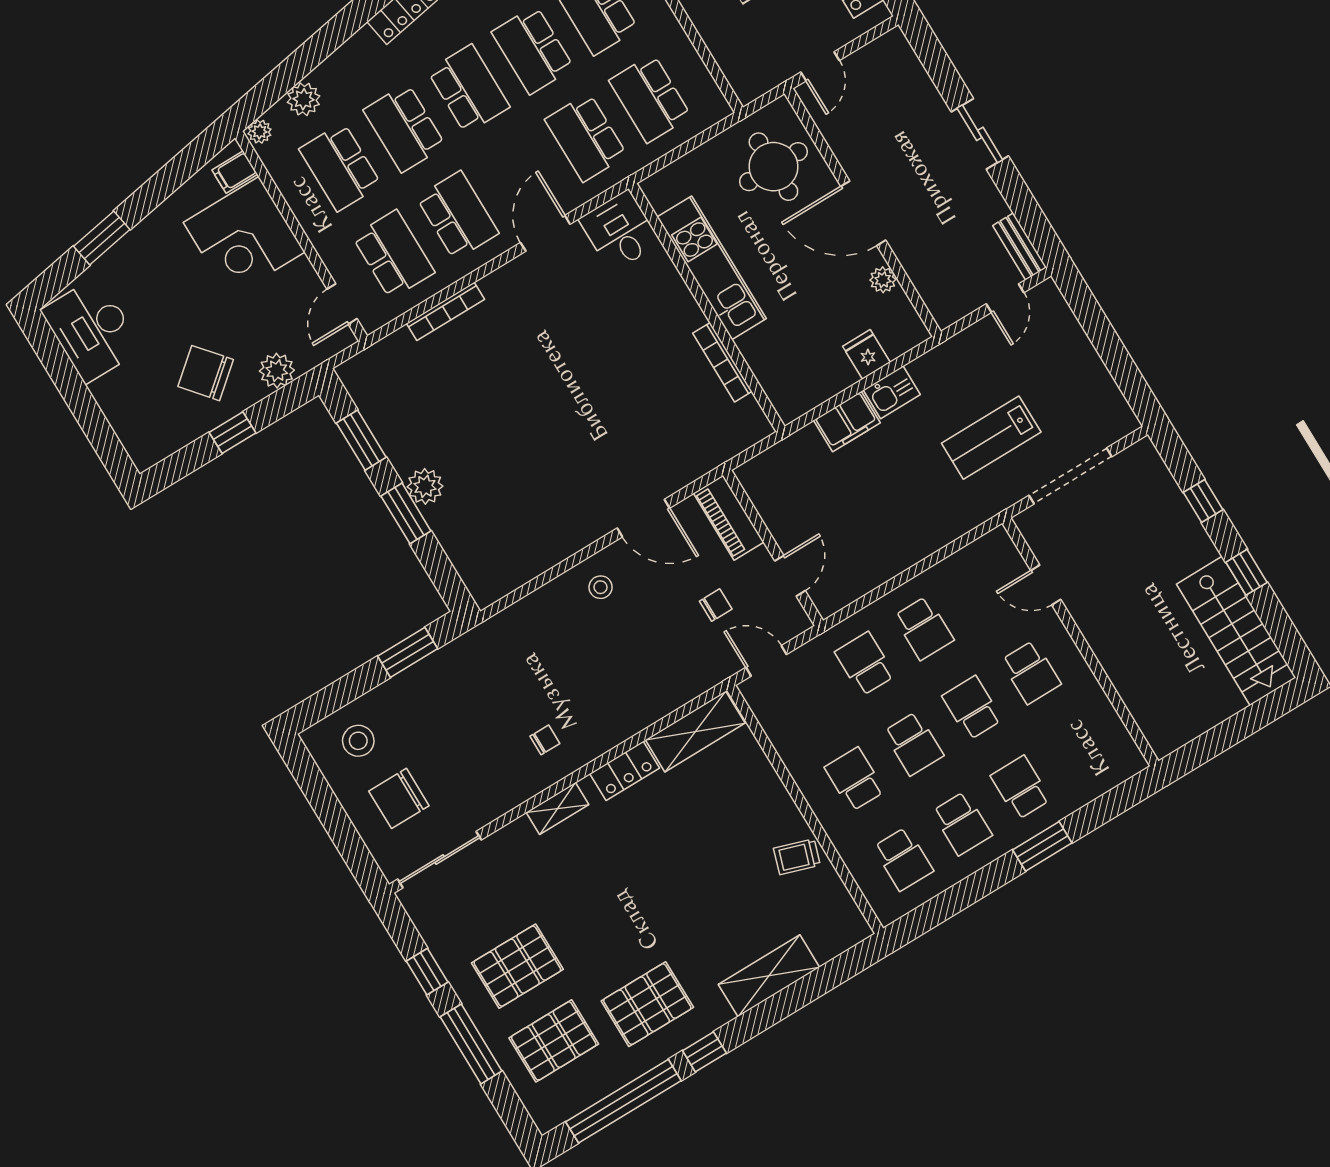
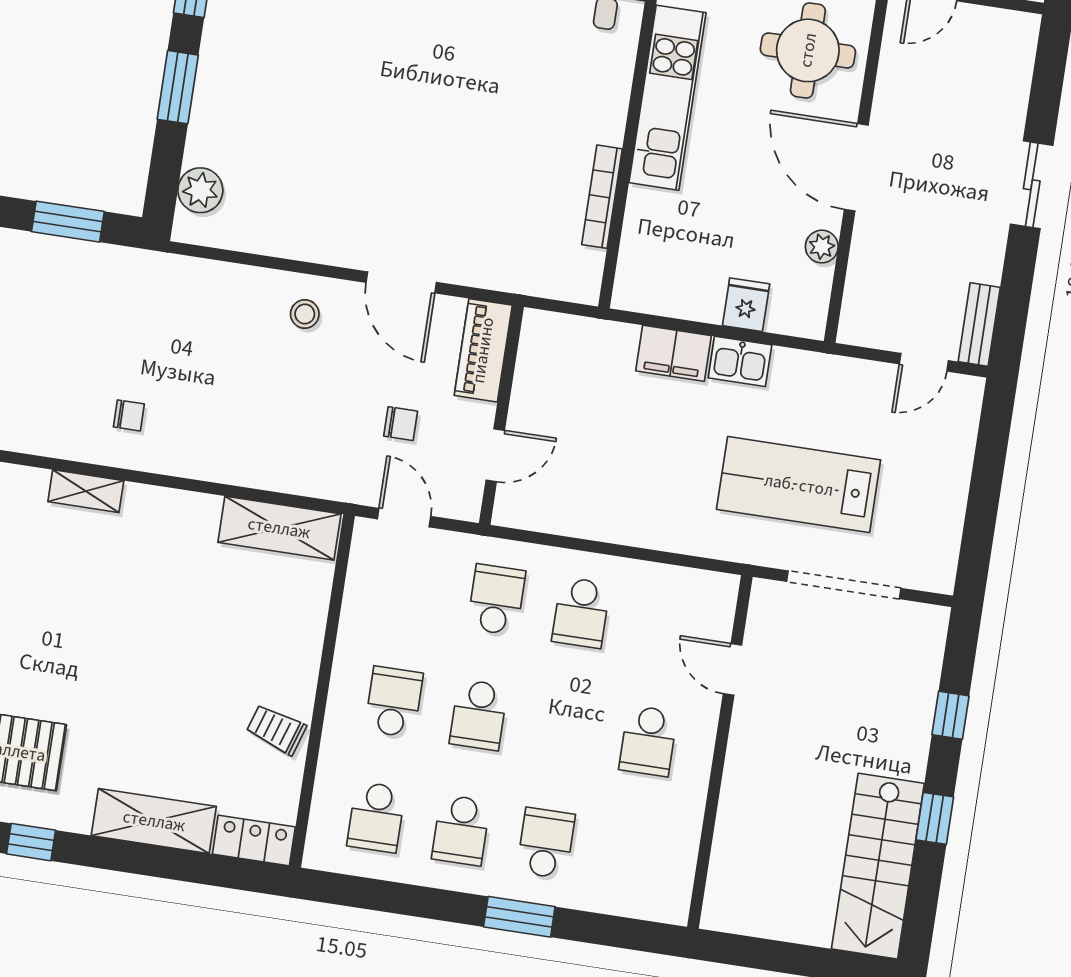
lab bench: (991, 438) -> (799, 485), width x1.36, depth x1.39
plant: (425, 486) -> (200, 190), moved
school desk: (972, 708) -> (563, 728), removed
locker: (625, 771) -> (254, 841), moved, turned 180

